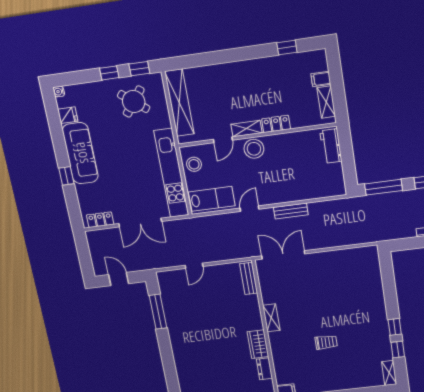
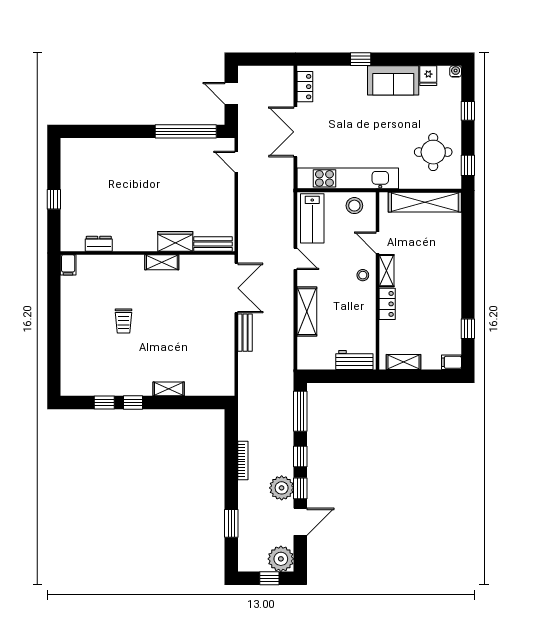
window: (109, 73) -> (468, 111), moved
filing cabinet: (321, 79) -> (452, 362), moved, turned -90
round table: (134, 102) -> (433, 152), turned -38
stool: (254, 149) -> (363, 275), width x0.53, depth x0.53
sofa: (80, 153) -> (393, 80), width x0.73
shelving: (294, 193) -> (307, 312), added
bench: (291, 211) -> (245, 333), moved
door: (194, 266) -> (236, 162), moved
door: (119, 279) -> (231, 93), swing flipped
window: (158, 312) -> (186, 131), width x1.46
wardrobe: (258, 344) -> (175, 241), moved
shelving: (389, 373) -> (169, 389), moved

